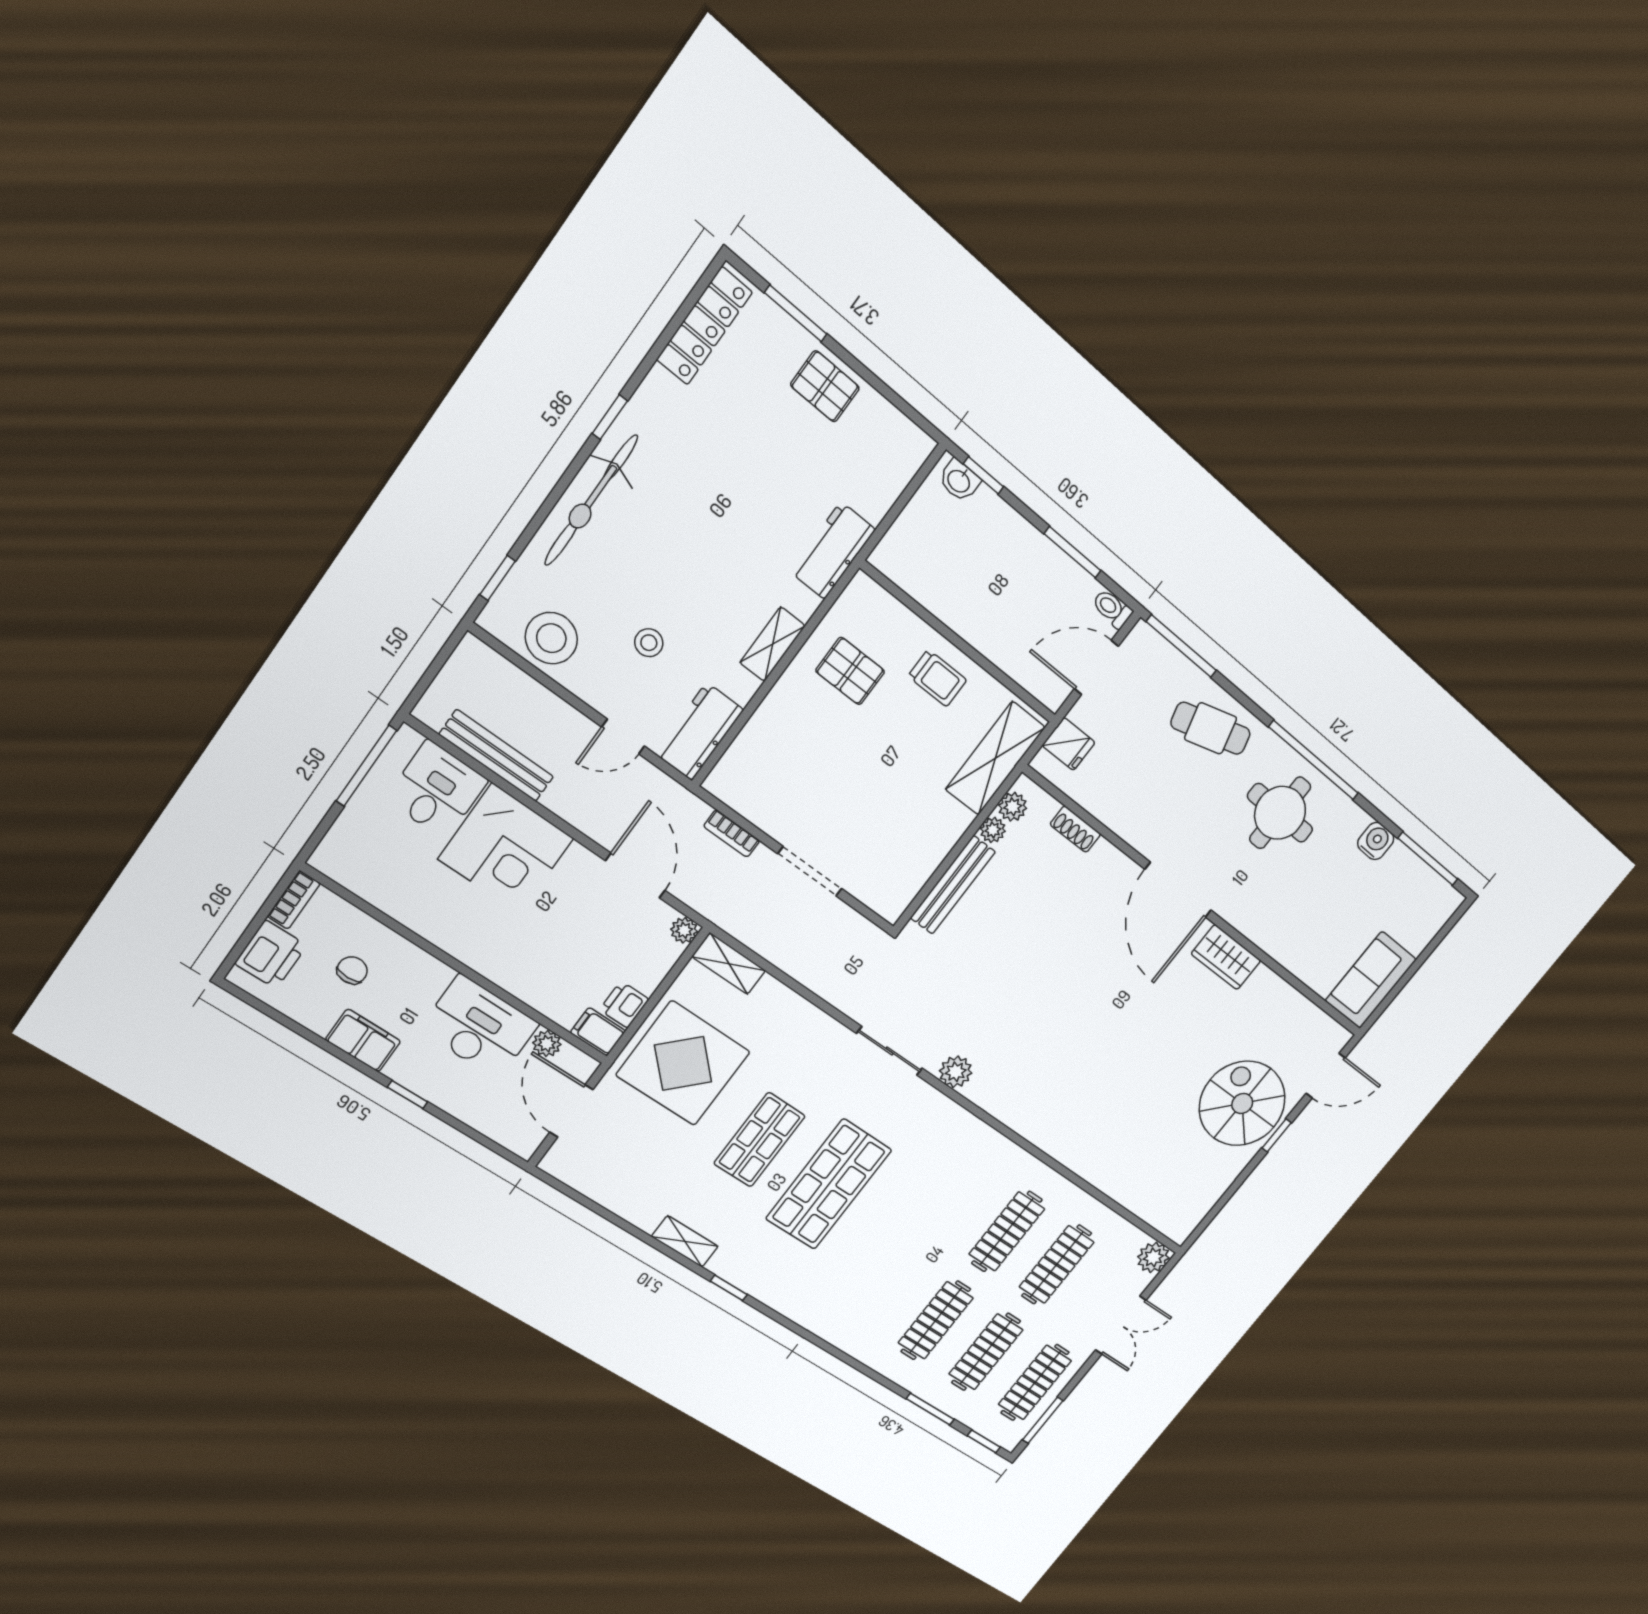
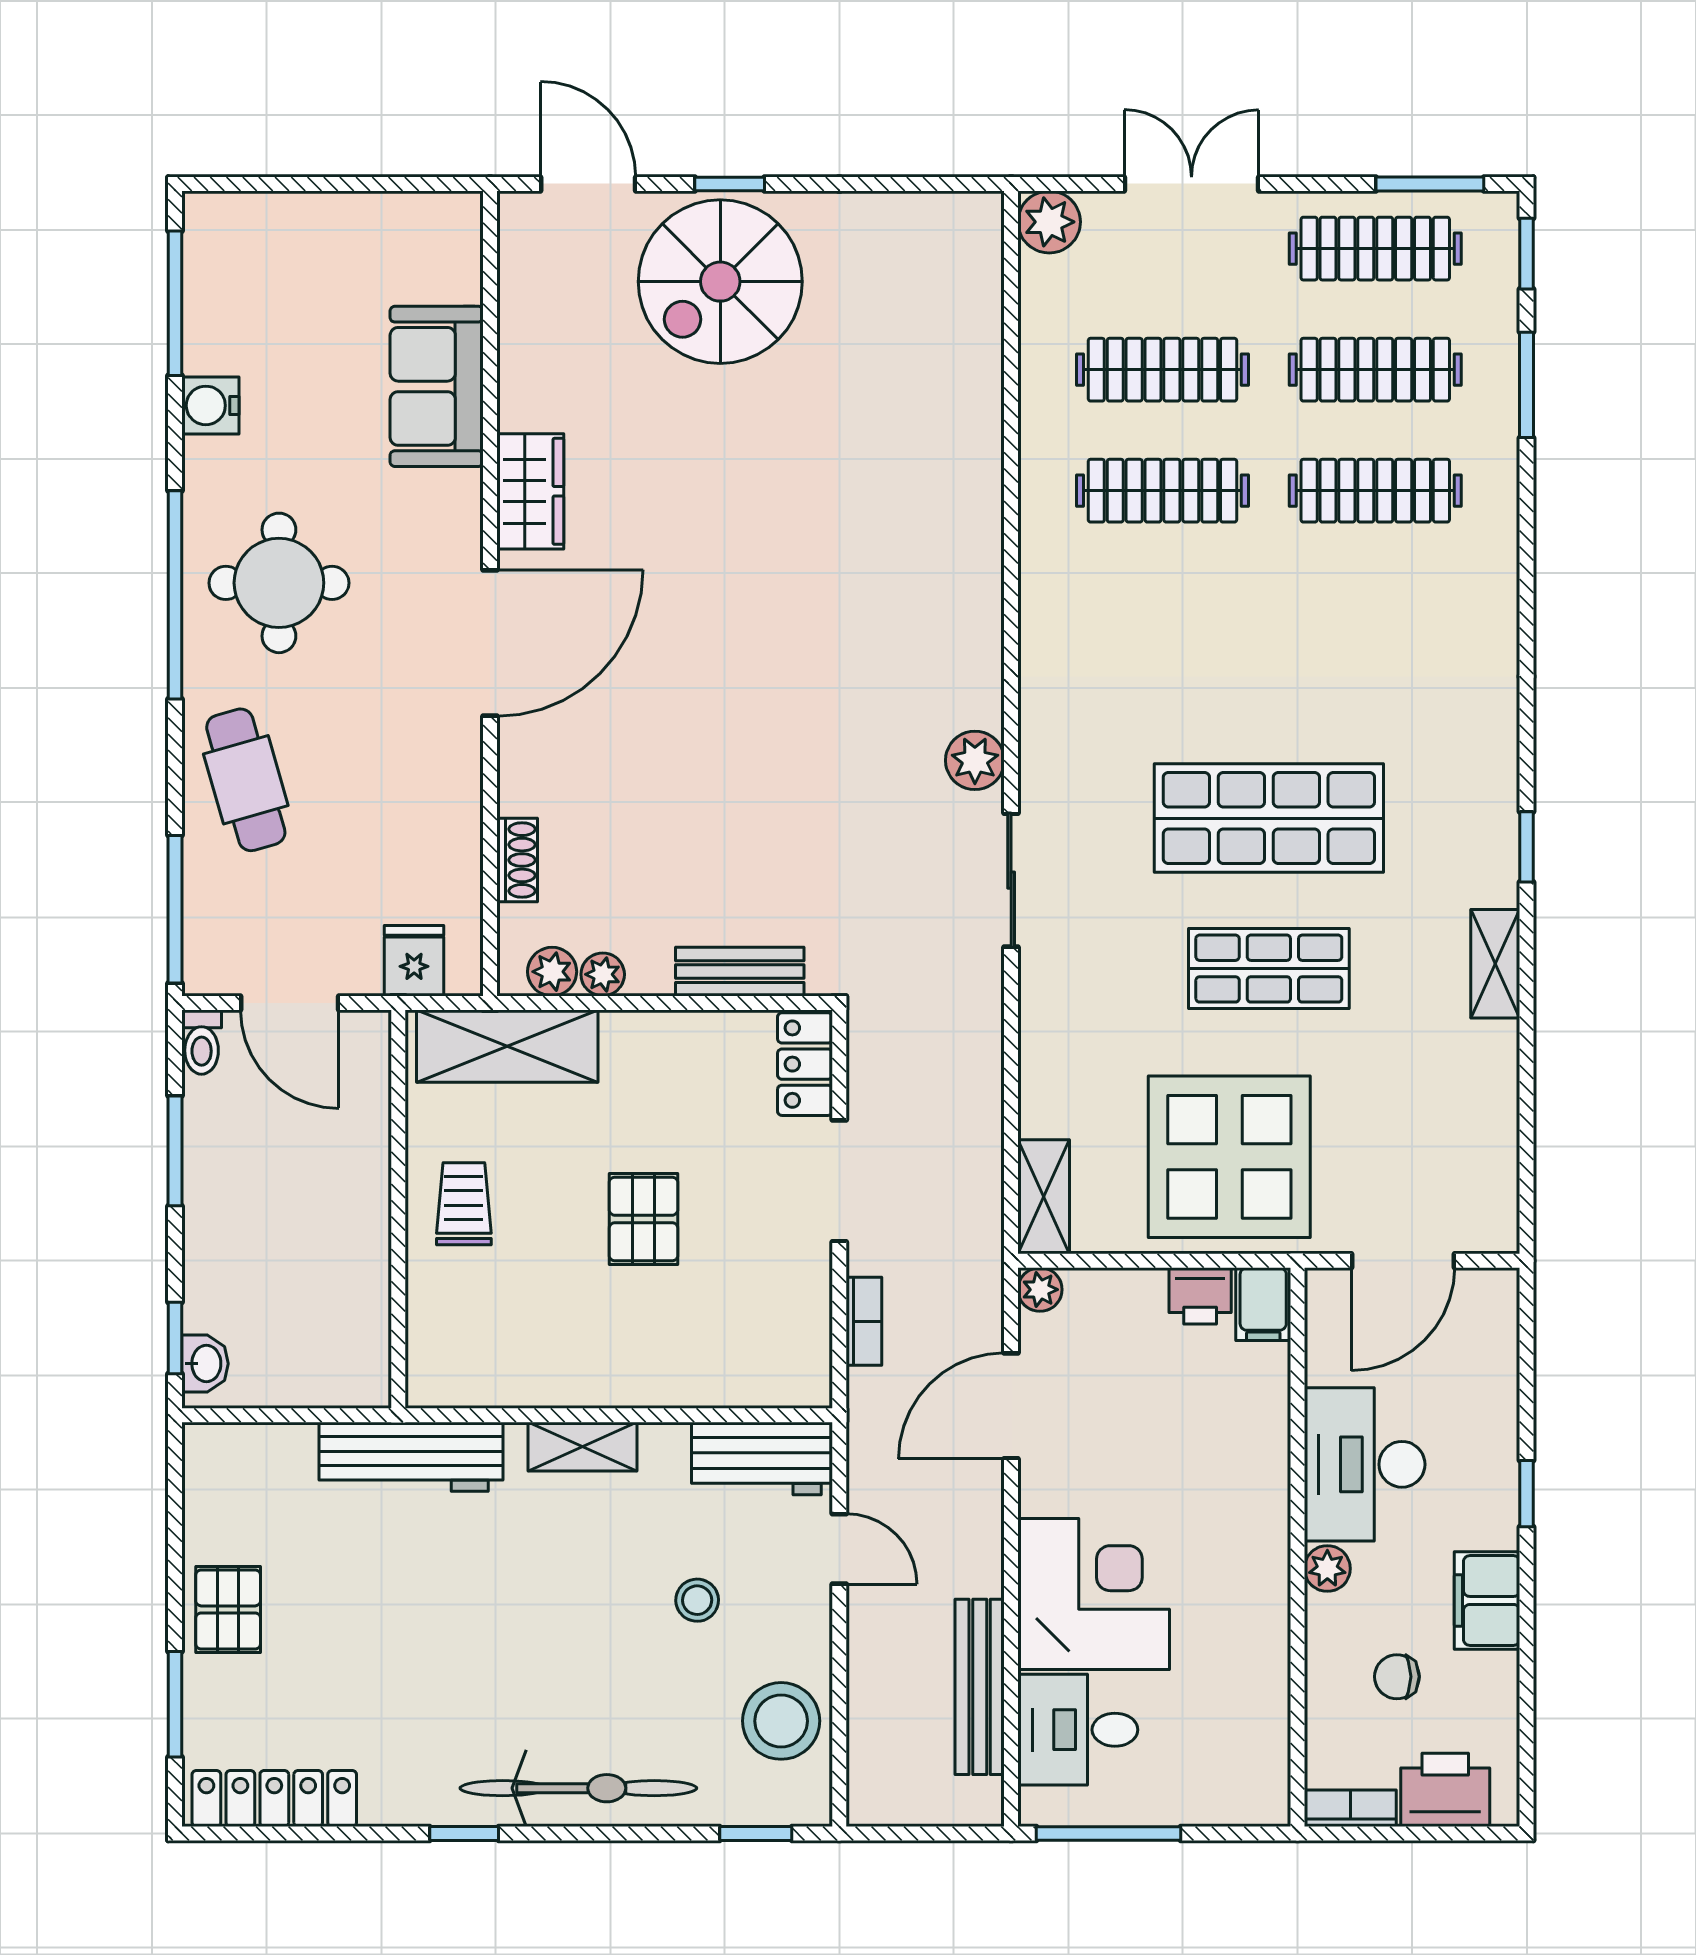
workbench: (833, 551) -> (411, 1457), width x1.37
pallet: (850, 671) -> (643, 1219), moved
bench: (953, 885) -> (740, 972), width x0.73
locker: (878, 895) -> (805, 1064), added
sofa: (1371, 980) -> (437, 386), moved, turned 90
plant: (547, 1044) -> (1327, 1569), moved

